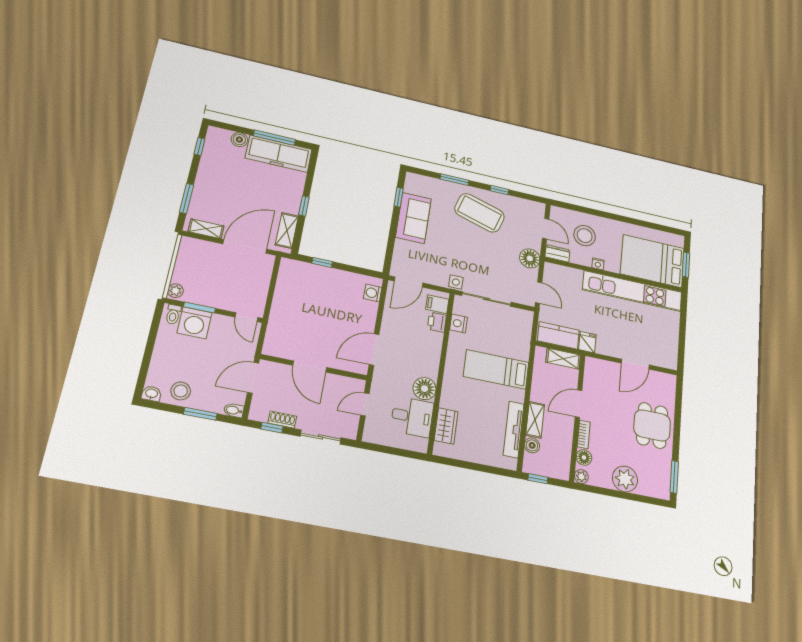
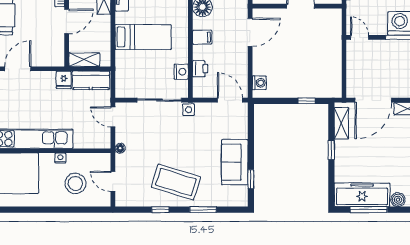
dresser: (557, 253) -> (99, 159), removed
floor lamp: (530, 258) -> (120, 148), width x0.53, depth x0.53
door: (409, 282) -> (230, 100), hinge flipped
filing cabinet: (437, 304) -> (202, 37), moved

